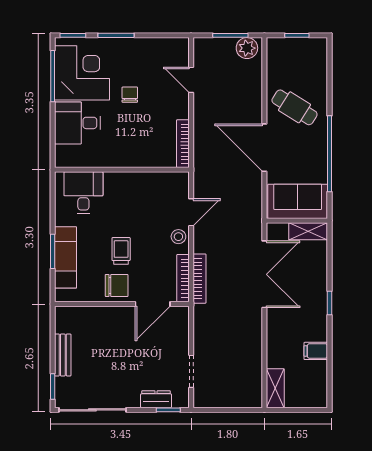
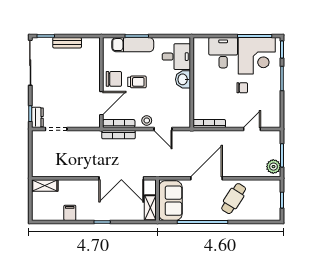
washbasin: (117, 183) -> (183, 79), added
chair: (117, 285) -> (114, 79), turned -90
door: (153, 304) -> (101, 103), swing flipped
dresser: (156, 399) -> (37, 117), moved

